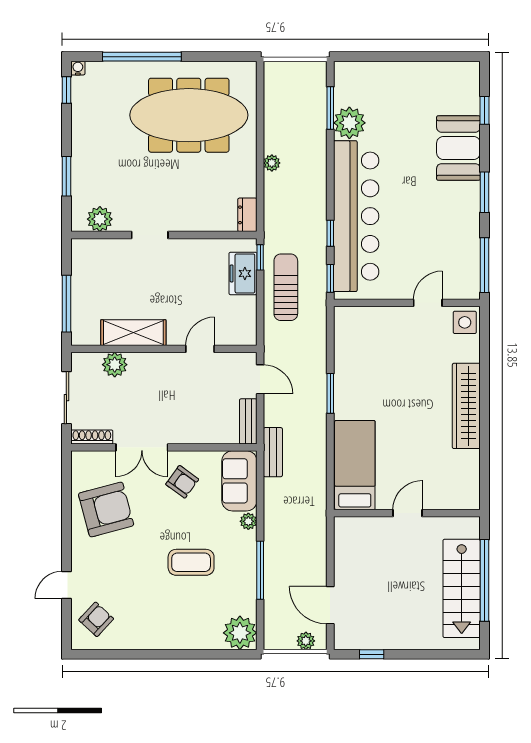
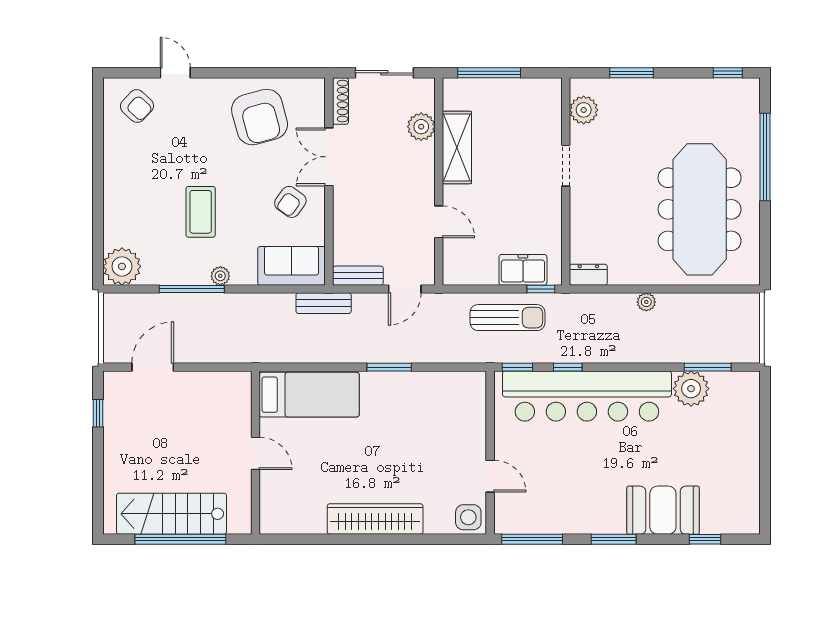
water cooler: (78, 68) -> (752, 86), removed
plant: (248, 521) -> (220, 276), moved
plant: (306, 641) -> (113, 340), removed

